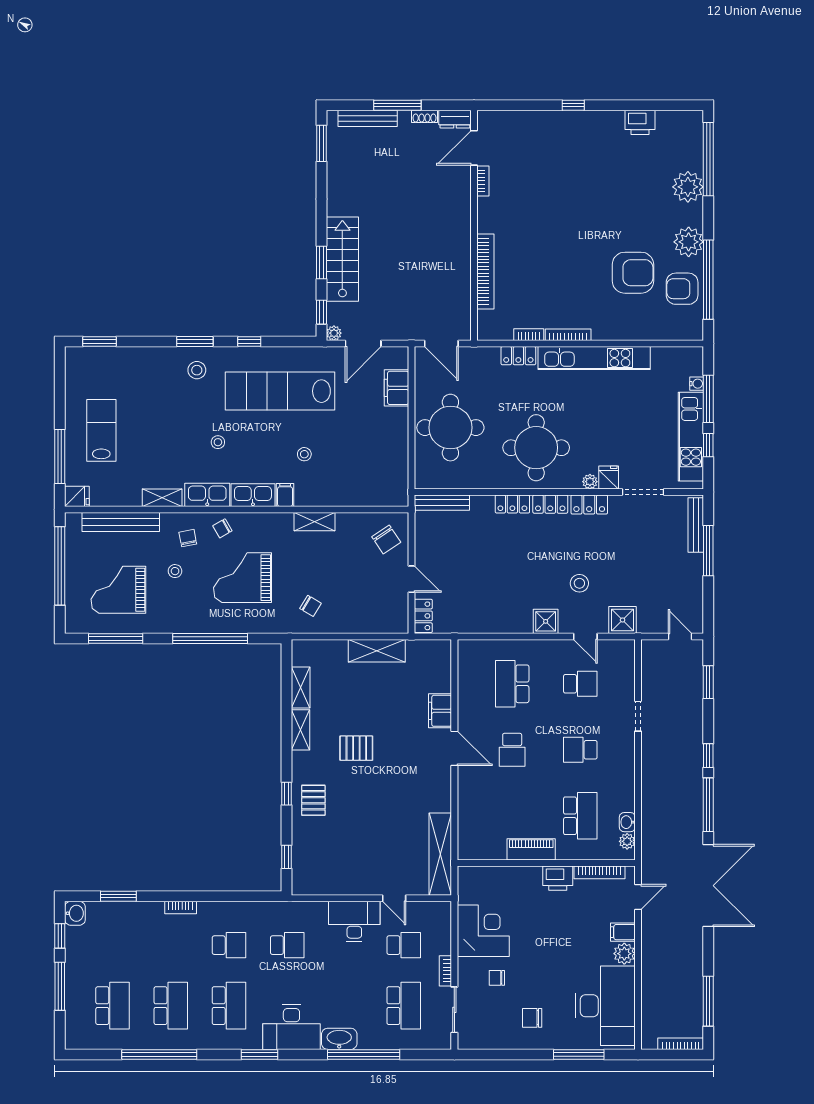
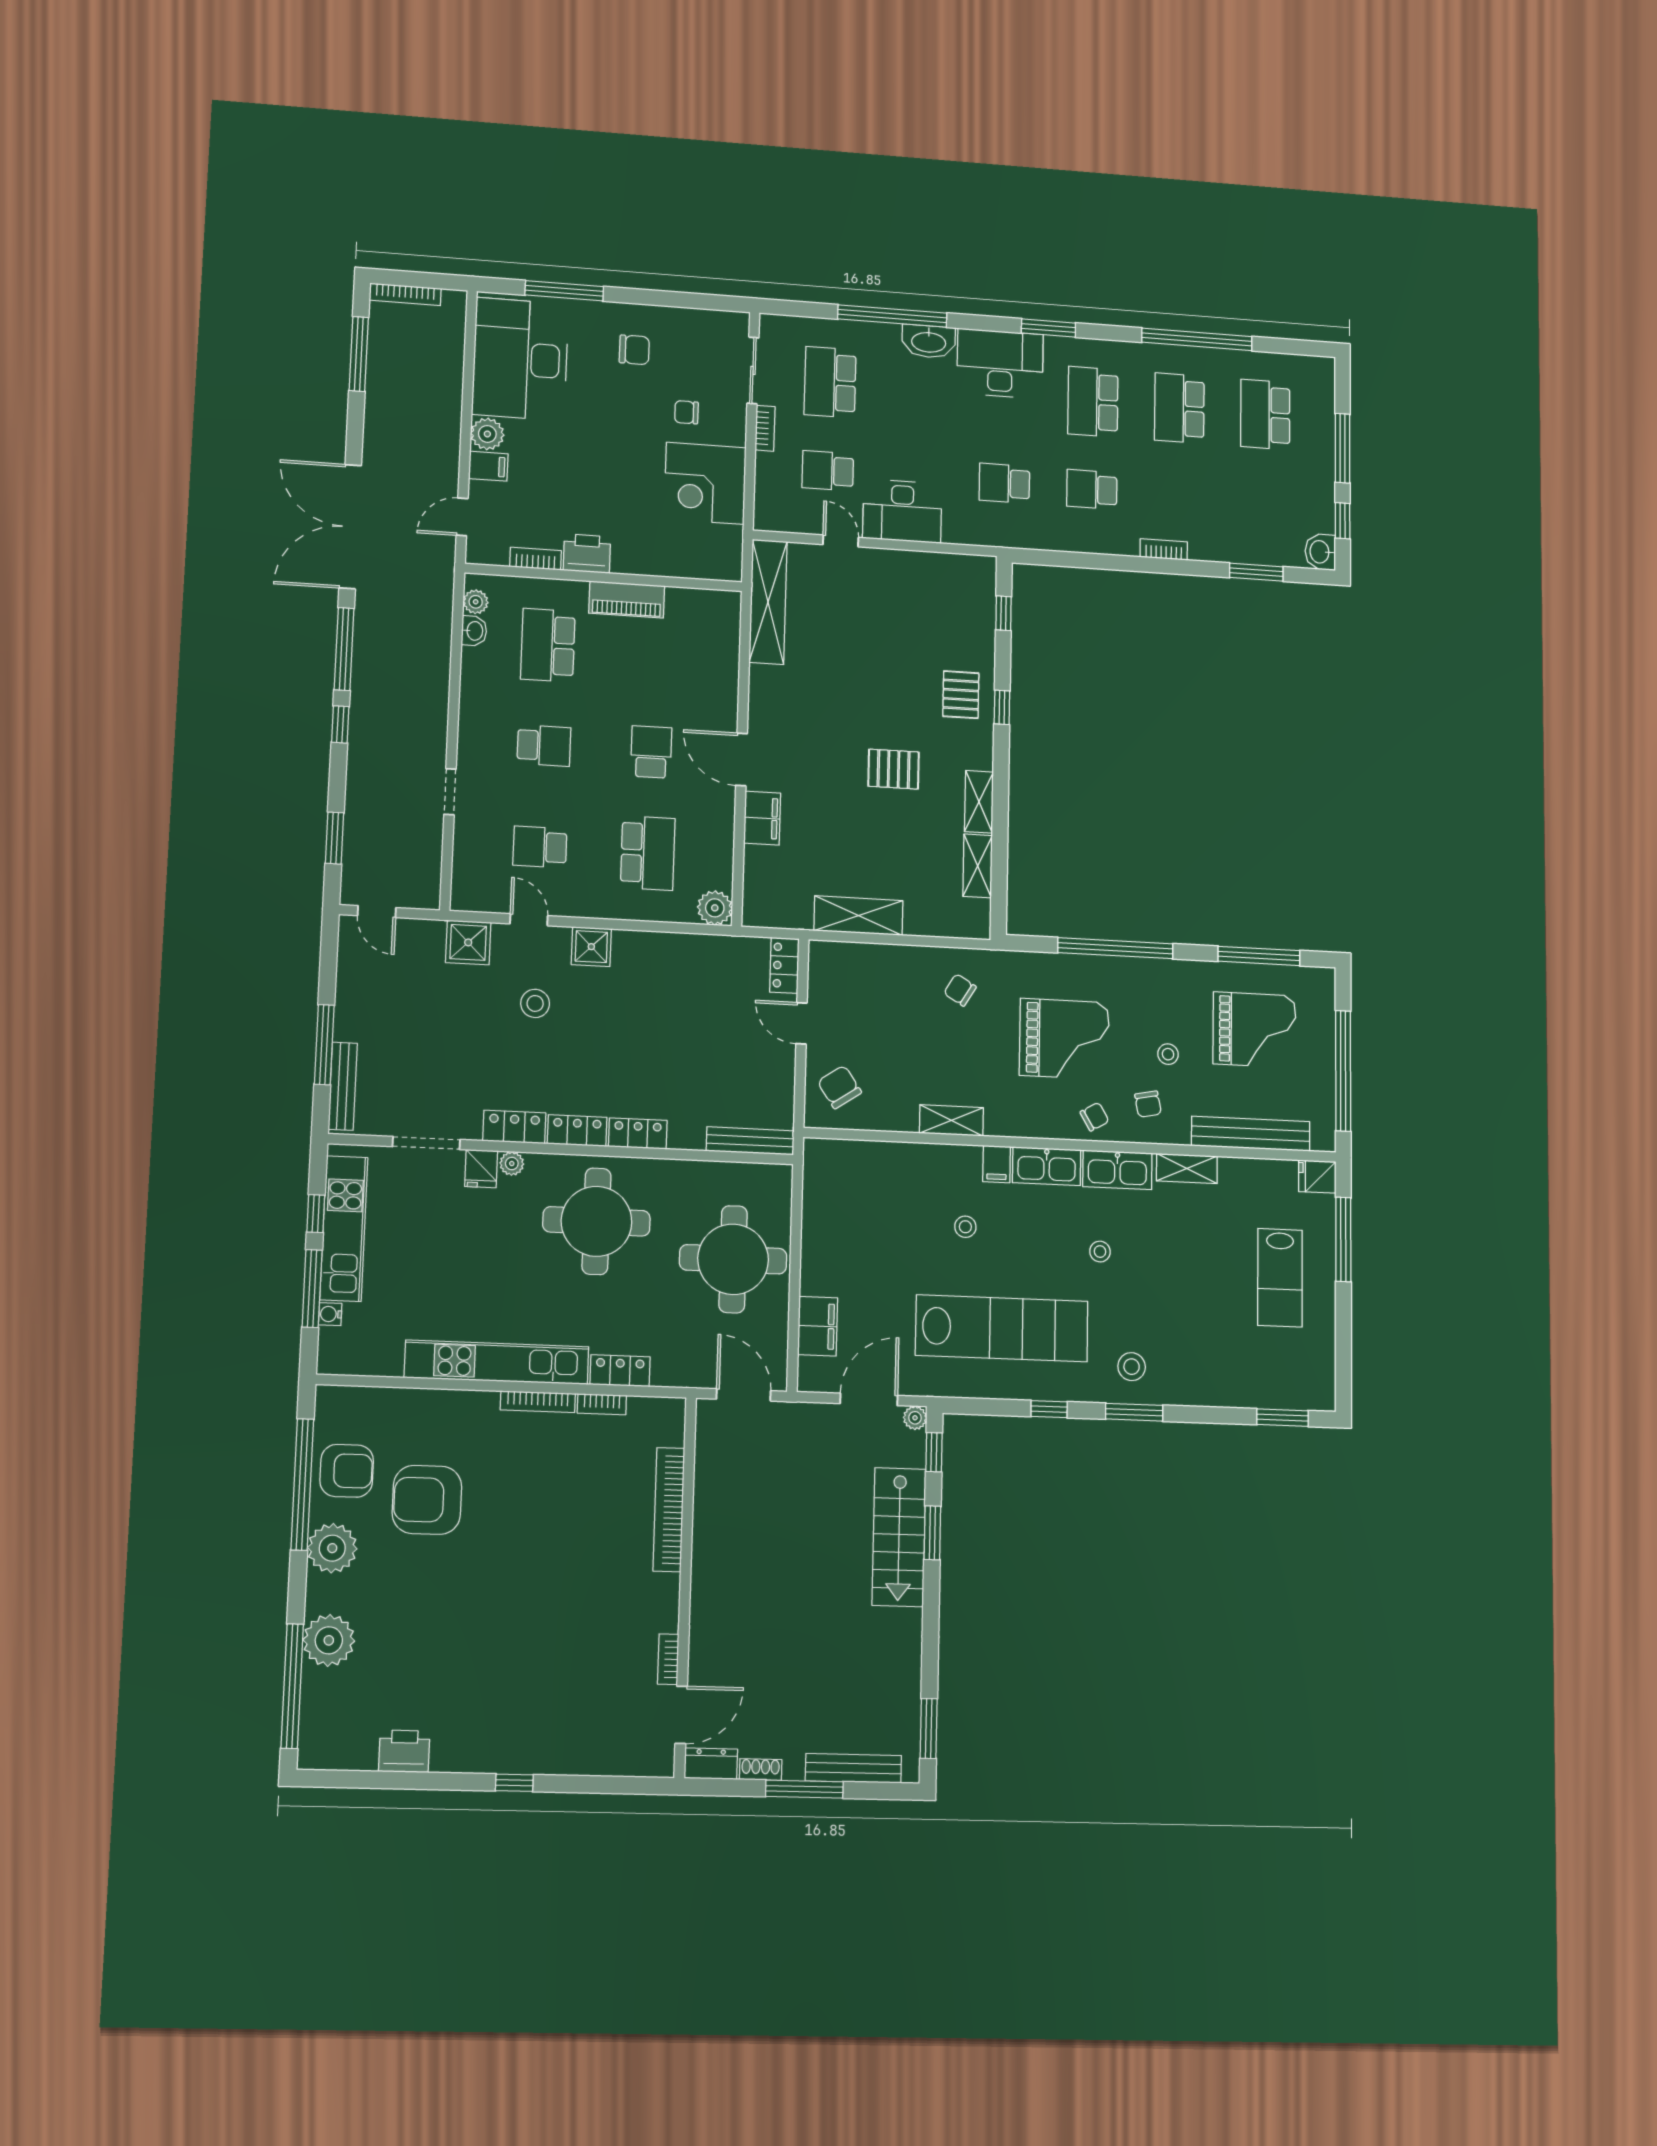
plant: (469, 651) -> (715, 908), added
bookcase: (599, 872) -> (535, 559), width x0.64
chair: (497, 978) -> (686, 412), turned 180

